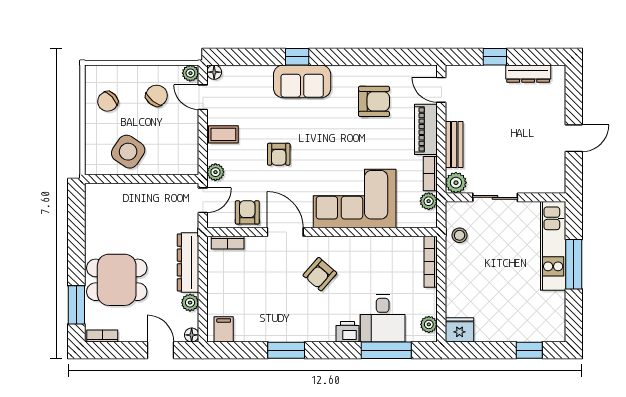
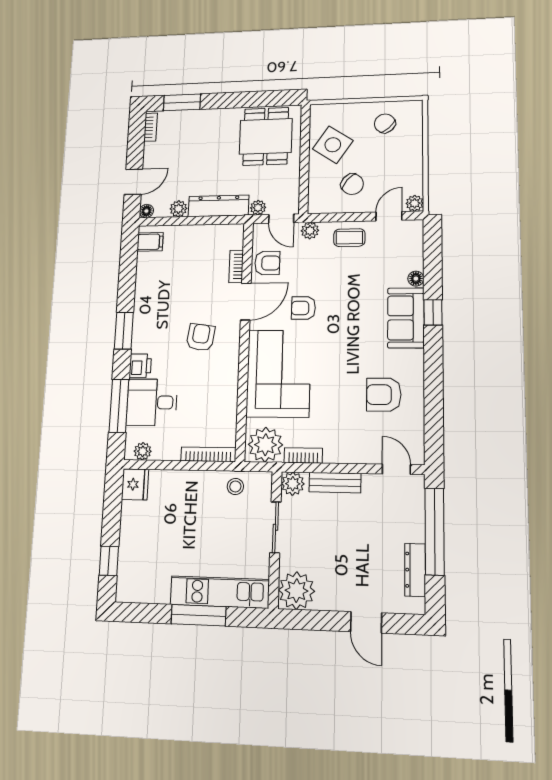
window: (495, 57) -> (435, 531), width x3.17
floor lamp: (214, 72) -> (416, 279), moved
door: (441, 90) -> (396, 469), hinge flipped
chair: (157, 96) -> (352, 184), moved
armchair: (374, 101) -> (384, 395), turned 90
piano: (426, 129) -> (352, 451), removed
coffee table: (223, 134) -> (349, 238), turned 90
door: (574, 138) -> (366, 622), moved
armchair: (279, 154) -> (303, 308), moved
plant: (549, 177) -> (296, 591), added
plant: (429, 201) -> (265, 445), width x1.87, depth x1.87
plant: (191, 223) -> (258, 208), added
bookcase: (228, 243) -> (236, 266), moved
armchair: (320, 274) -> (201, 337), turned 57
dining table: (117, 280) -> (266, 136), moved
window: (286, 350) -> (124, 331), moved

